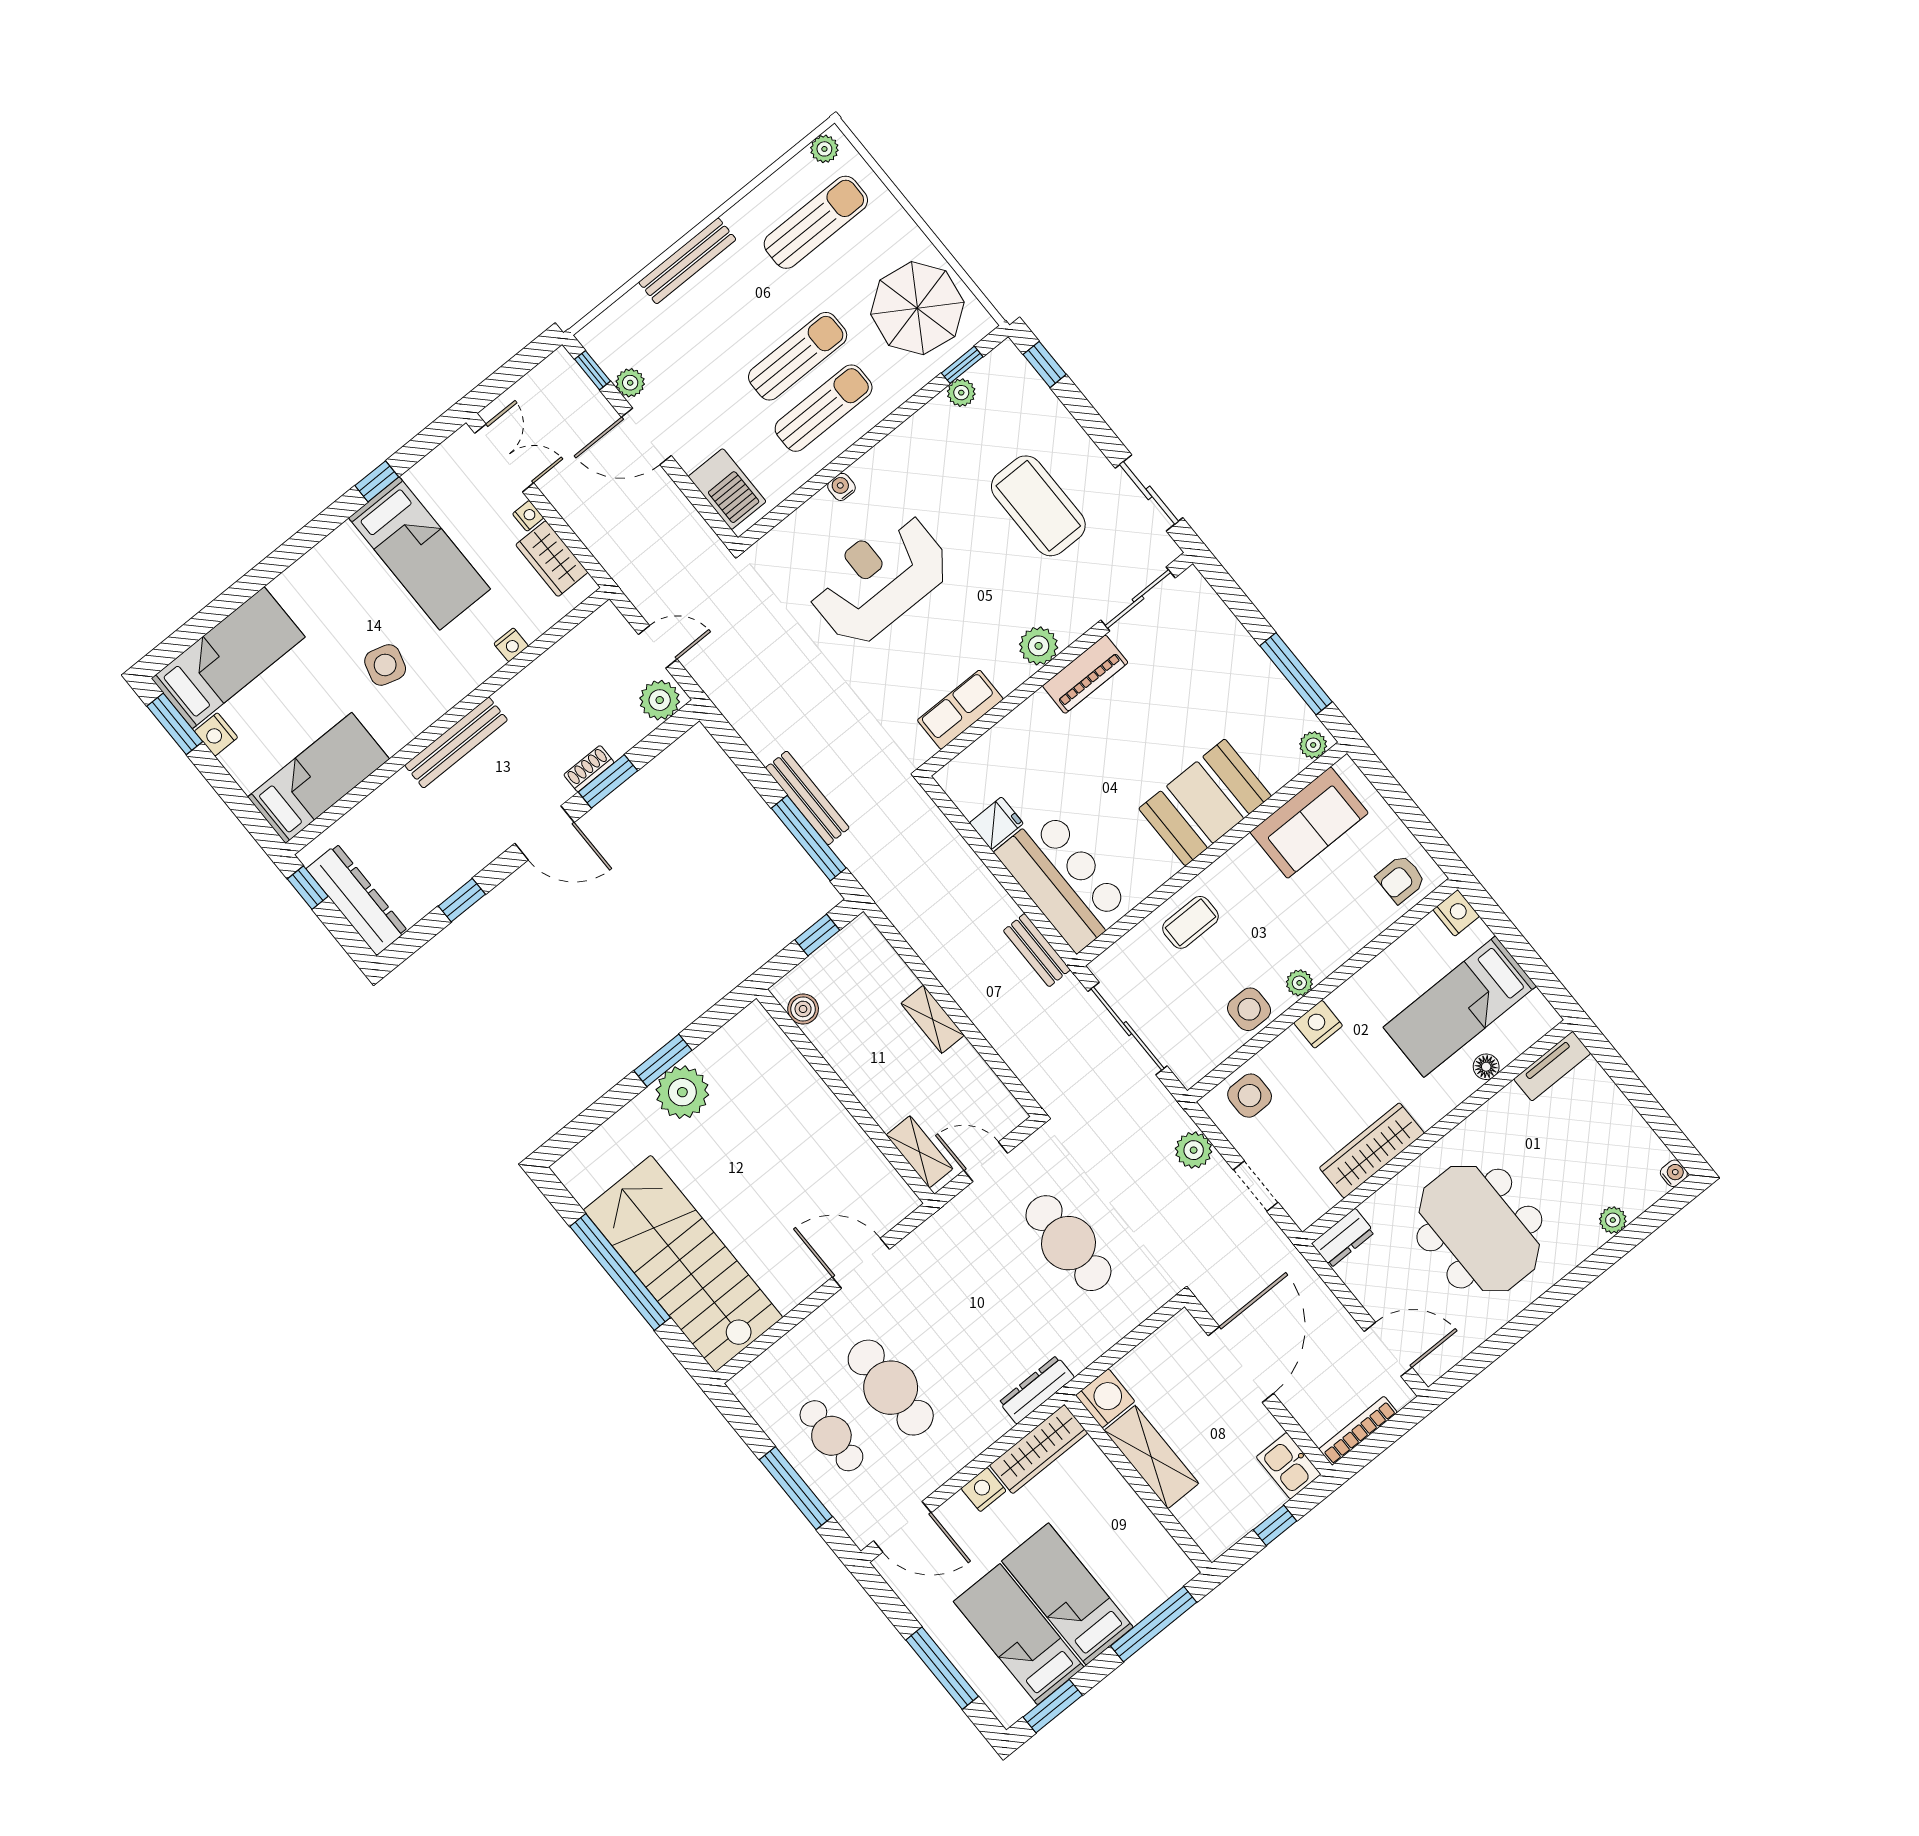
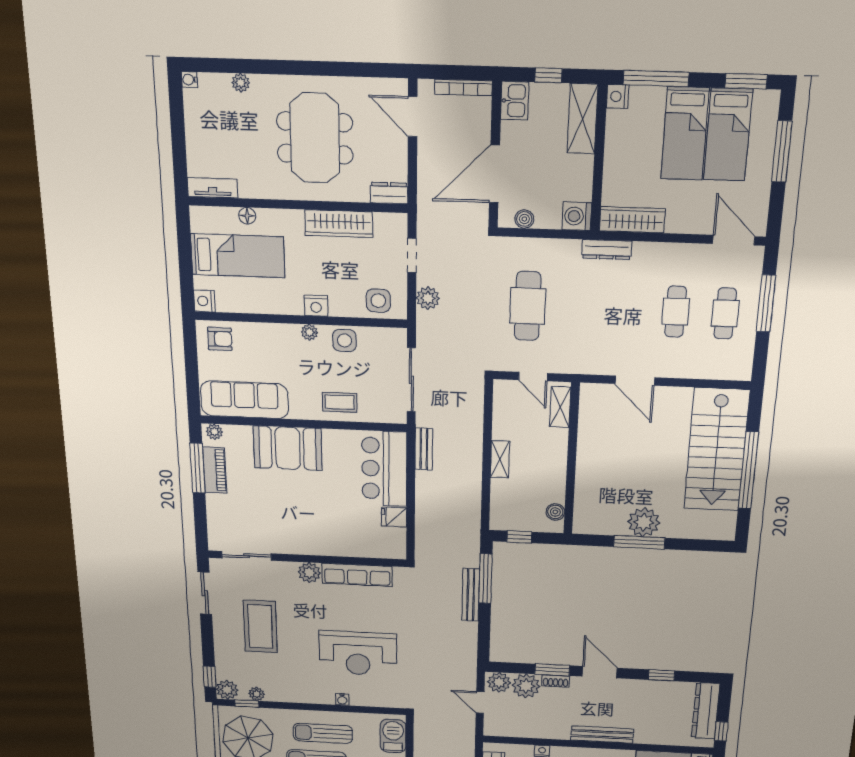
plant: (1005, 364) -> (227, 690), added
piano: (1085, 674) -> (215, 470), moved, turned 90
row of seats: (960, 710) -> (357, 575), width x1.48
plant: (620, 727) -> (526, 686), added
sofa: (1309, 823) -> (244, 400), width x1.36
window: (663, 1060) -> (639, 542), width x1.44
boiler: (1162, 1343) -> (524, 219), added
cafe table: (891, 1388) -> (676, 312), width x0.73, depth x0.74
shelving: (1151, 1457) -> (583, 119), moved
nightstand: (984, 1490) -> (618, 96), moved, turned 90

